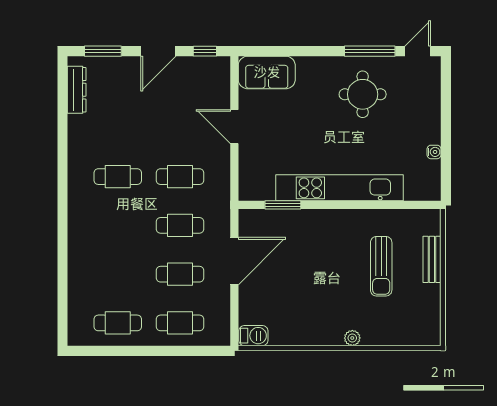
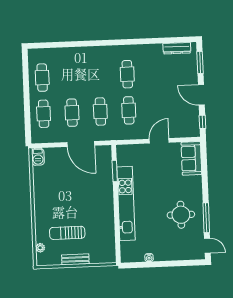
bench: (432, 259) -> (75, 259), moved
sun lounger: (381, 266) -> (67, 233), moved
plant: (352, 338) -> (40, 248), moved

